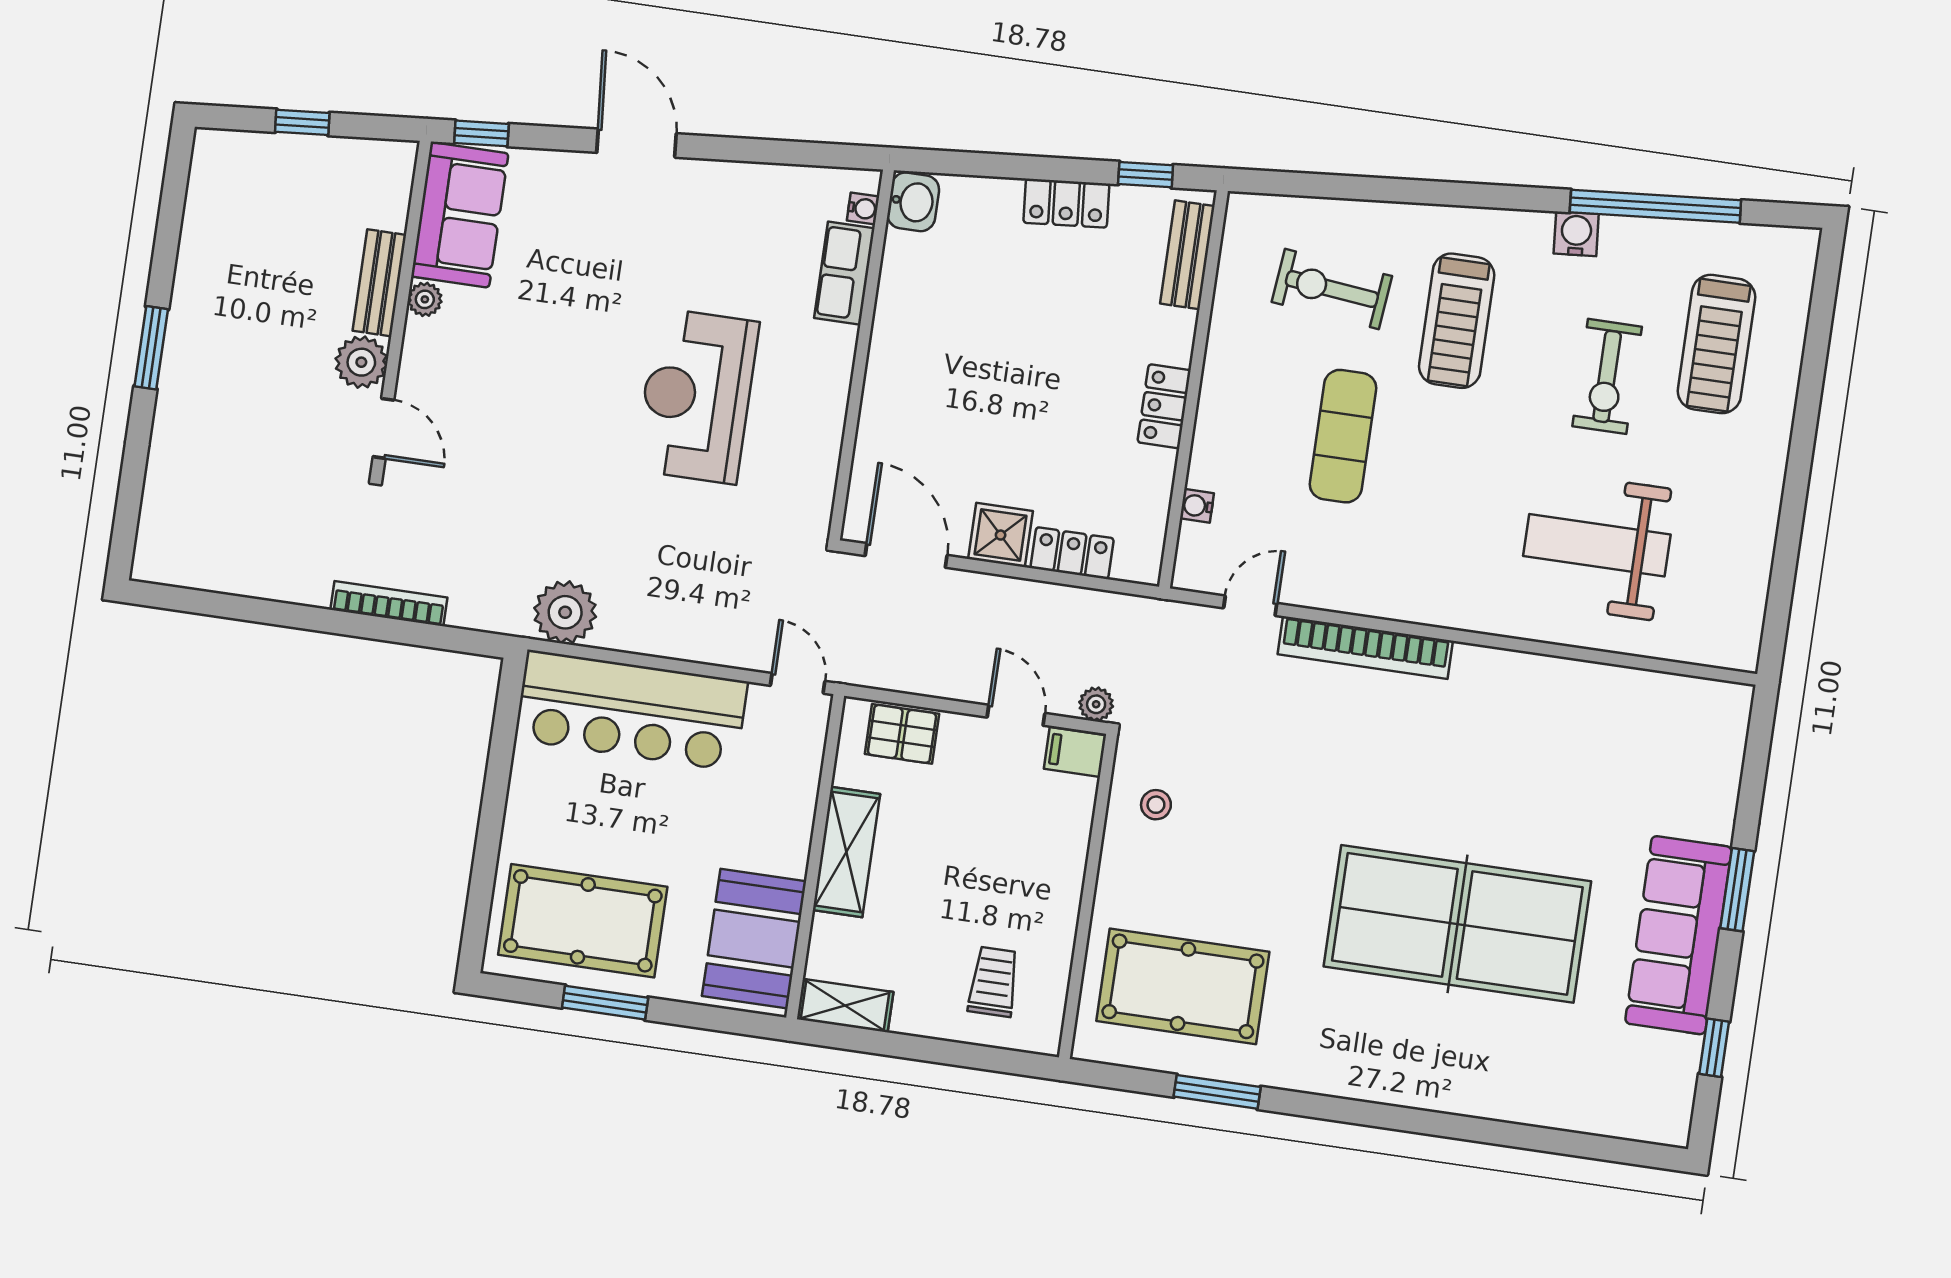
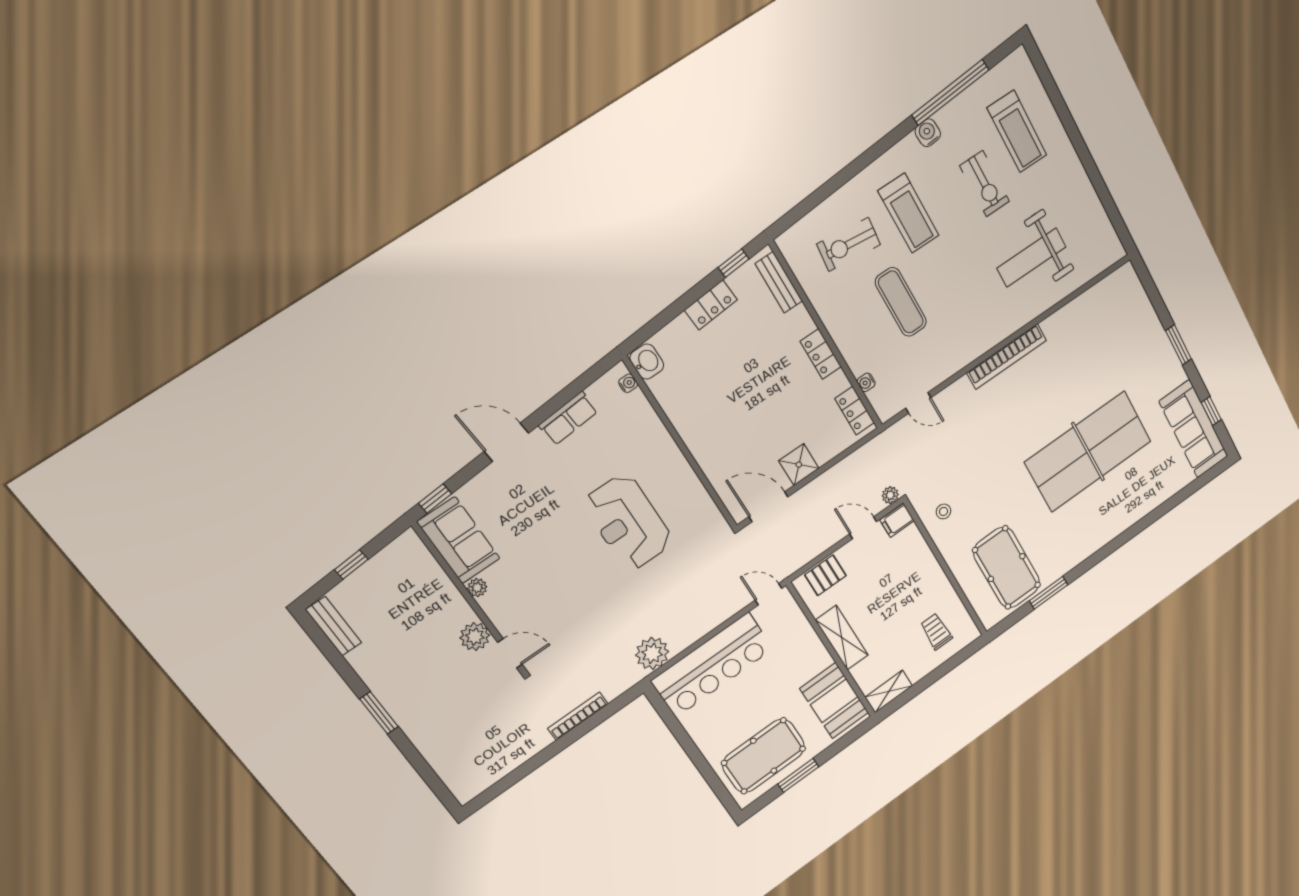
row of seats: (844, 273) -> (568, 418), moved, turned -95
bench: (379, 283) -> (334, 626), moved
locker: (1072, 553) -> (855, 411), moved, turned -90
door: (1250, 606) -> (918, 403), swing flipped
bookcase: (1365, 647) -> (1007, 357), moved
sofa: (1678, 935) -> (1194, 429), moved
pool table: (1183, 986) -> (1007, 568), turned 90

